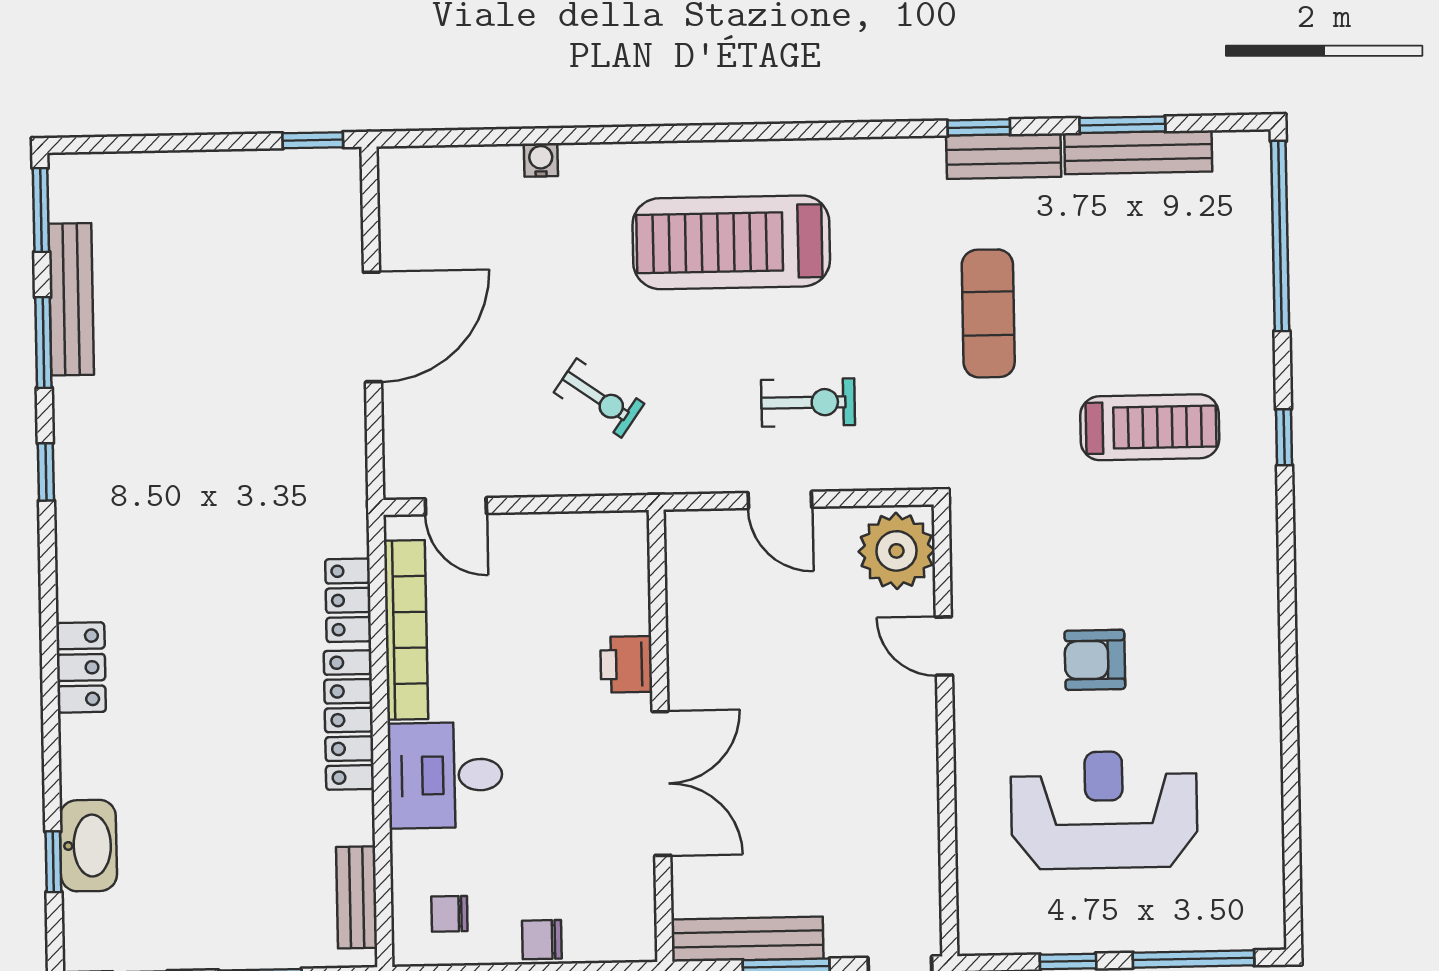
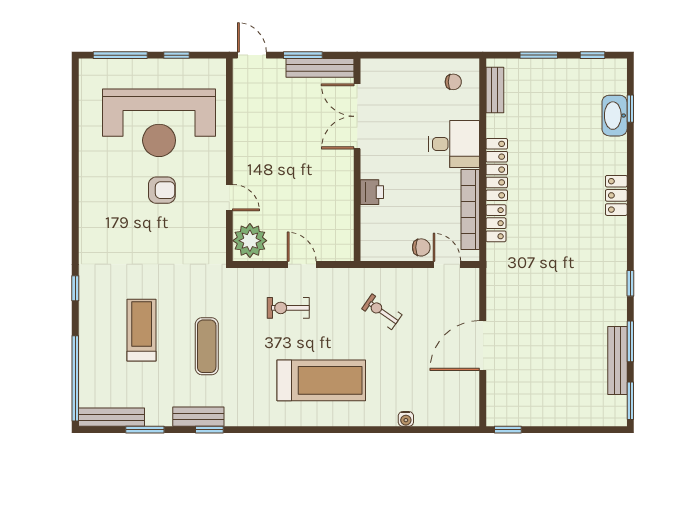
bench: (1138, 152) -> (111, 417), moved
treadmill: (1150, 427) -> (142, 330), moved, turned 90
double door: (661, 783) -> (357, 116), moved
reception desk: (1104, 810) -> (159, 123), width x1.36, depth x1.30
chair: (542, 940) -> (421, 247), moved

